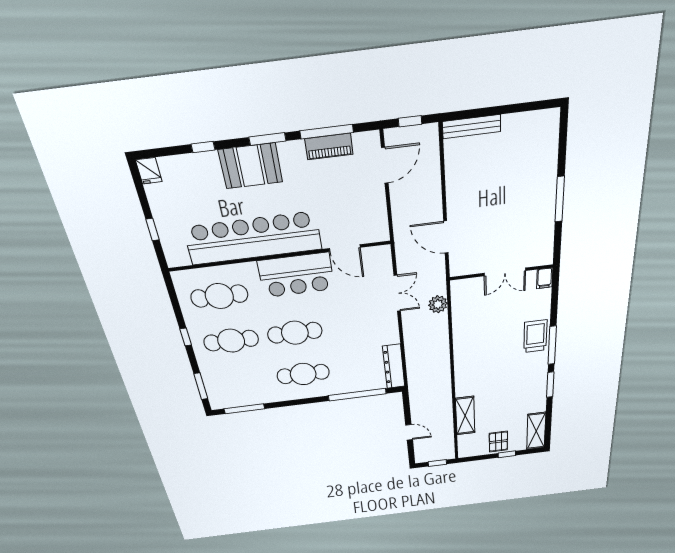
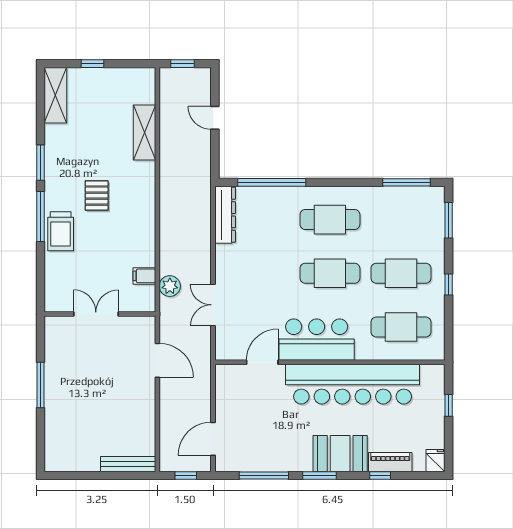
piano: (329, 147) -> (390, 462), moved
door: (345, 248) -> (262, 362), hinge flipped
filing cabinet: (545, 278) -> (144, 276), moved, turned -90
pallet: (498, 442) -> (97, 196), moved

